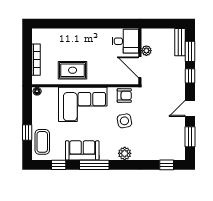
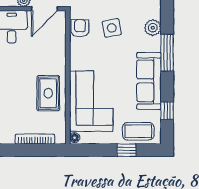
corner sofa: (83, 104) -> (91, 101), moved
sofa: (82, 150) -> (149, 81), width x1.36
window: (94, 165) -> (167, 53), moved

